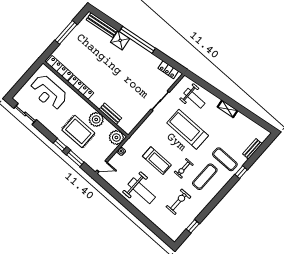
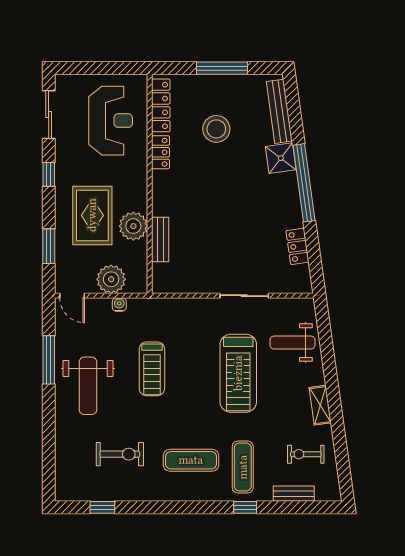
stool: (87, 55) -> (216, 129), added
locker: (168, 70) -> (298, 246), moved
locker: (81, 87) -> (160, 152), width x0.66
reception desk: (48, 92) -> (111, 121), turned 180
weight bench: (194, 98) -> (293, 343), turned 90
treadmill: (188, 129) -> (238, 373), turned 180
plant: (116, 137) -> (111, 279), moved
window: (60, 145) -> (49, 174), moved
exercise bike: (184, 168) -> (306, 454), moved
window: (119, 197) -> (49, 360), added

